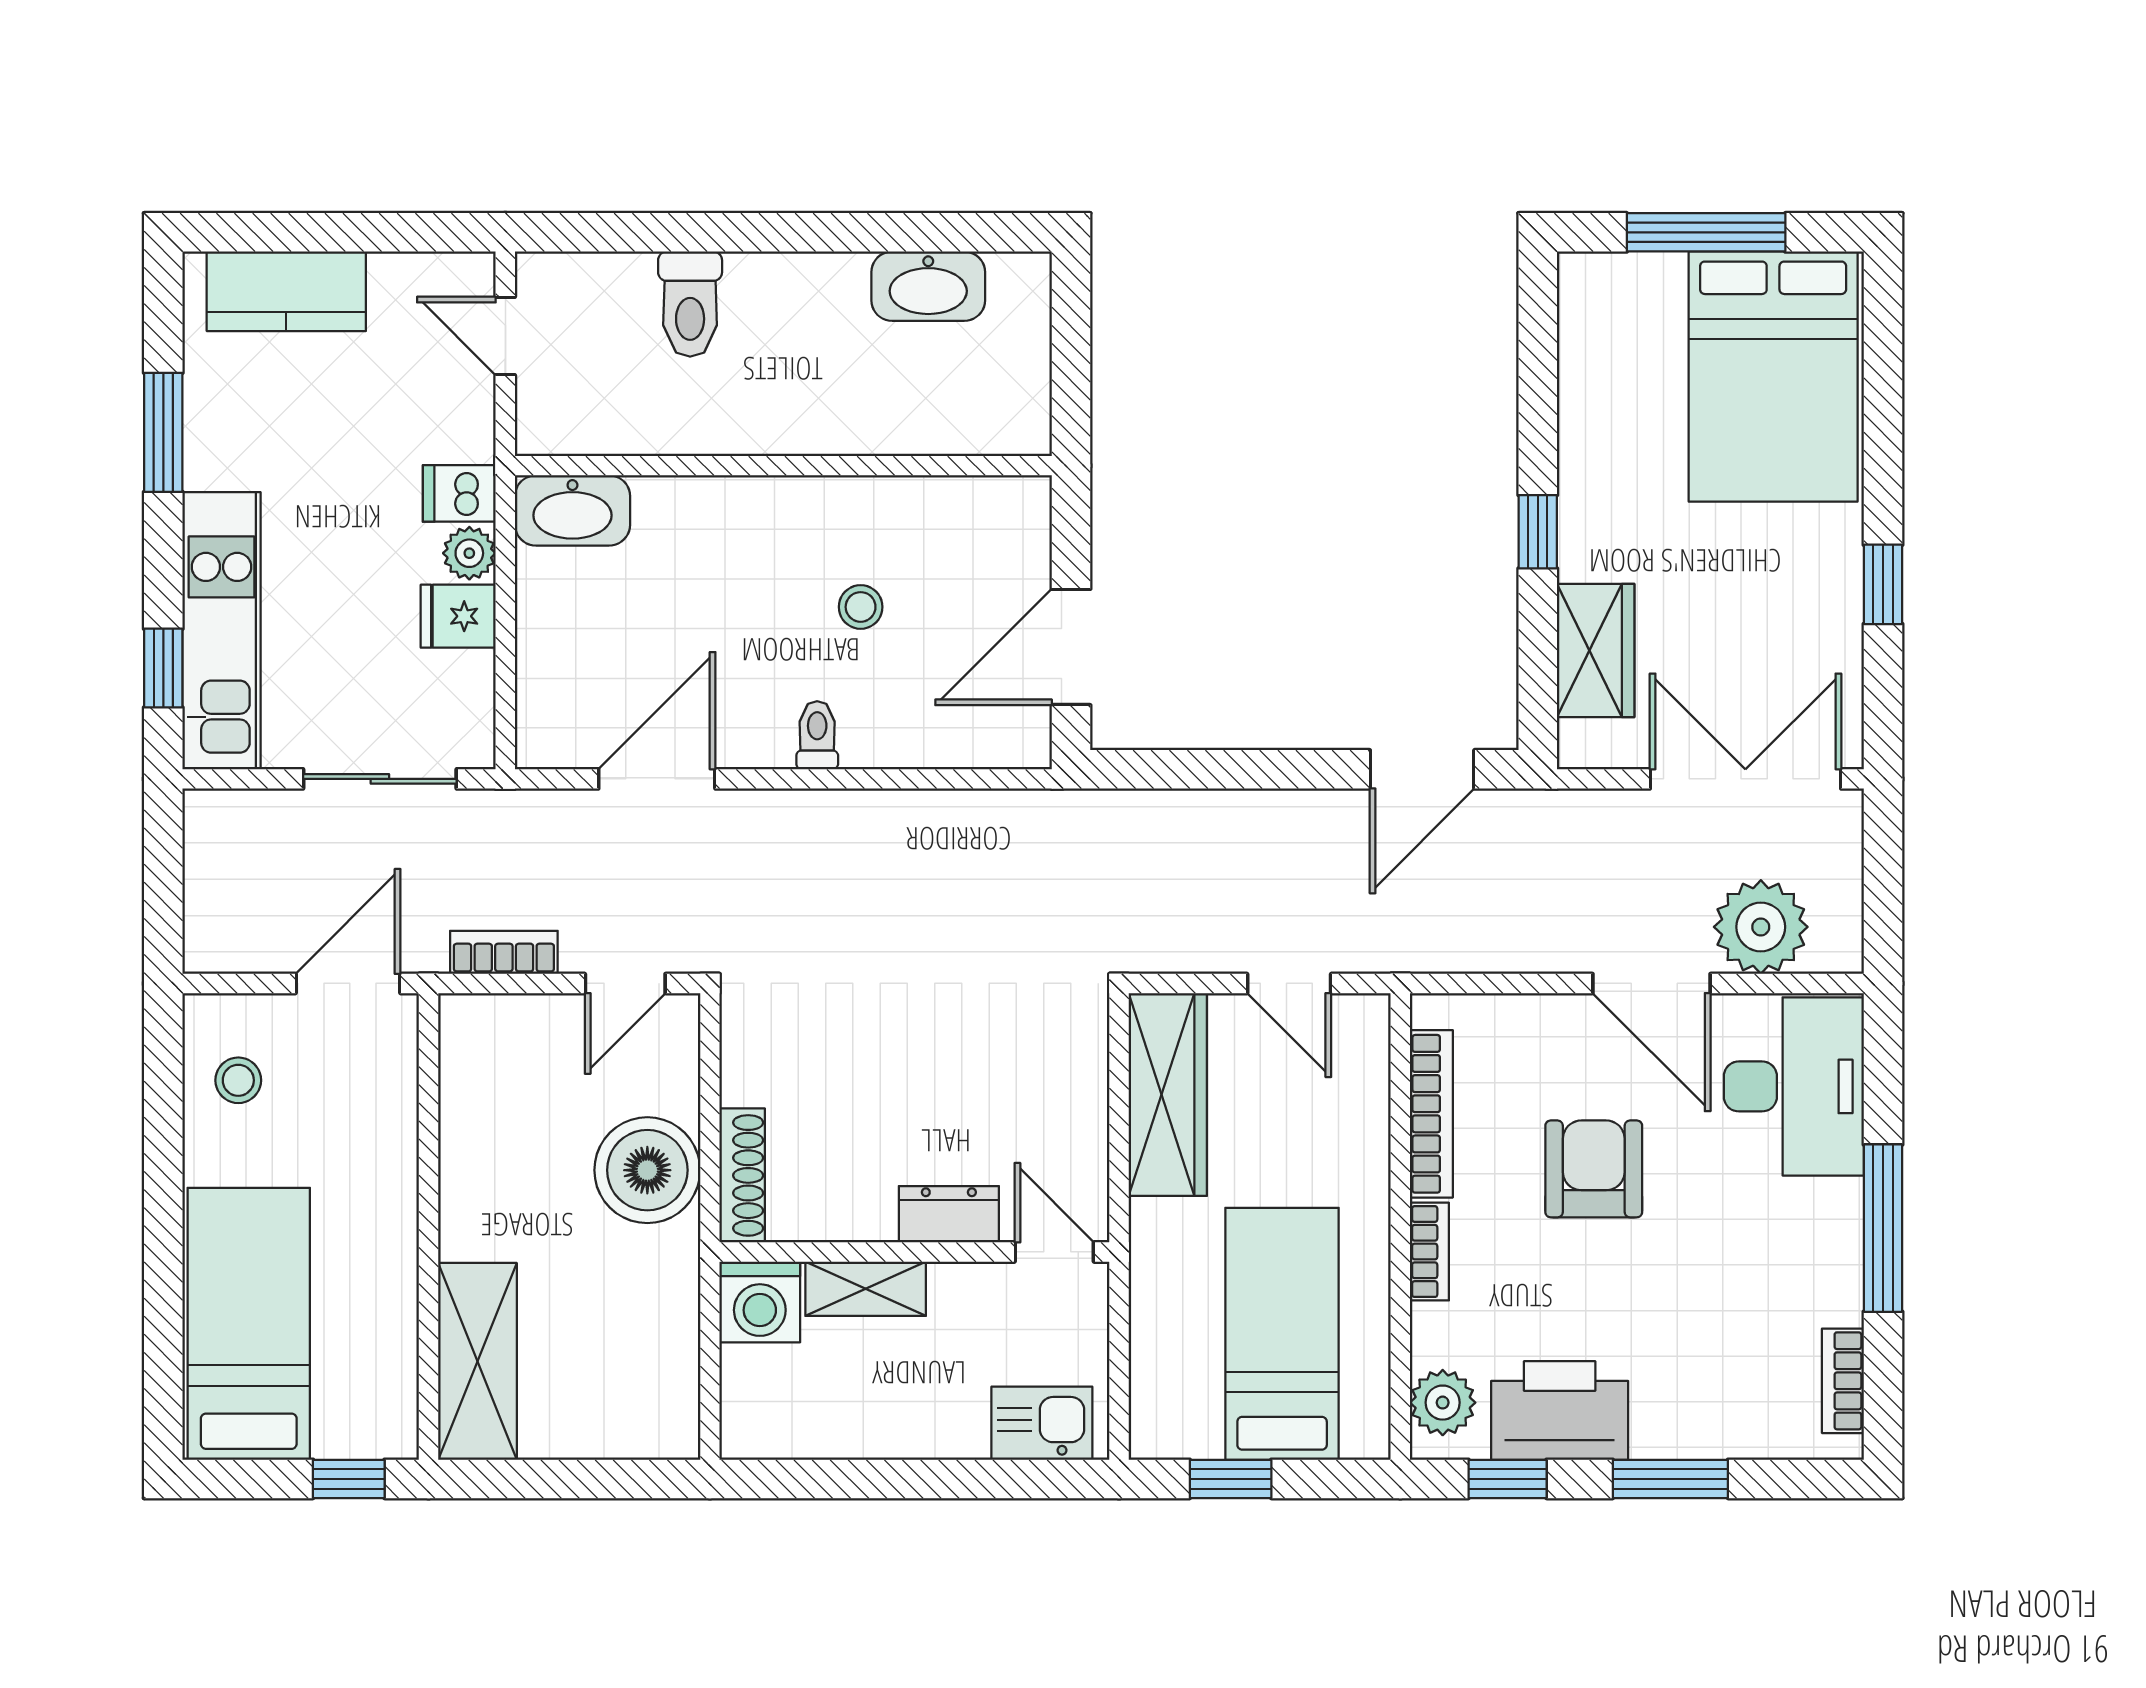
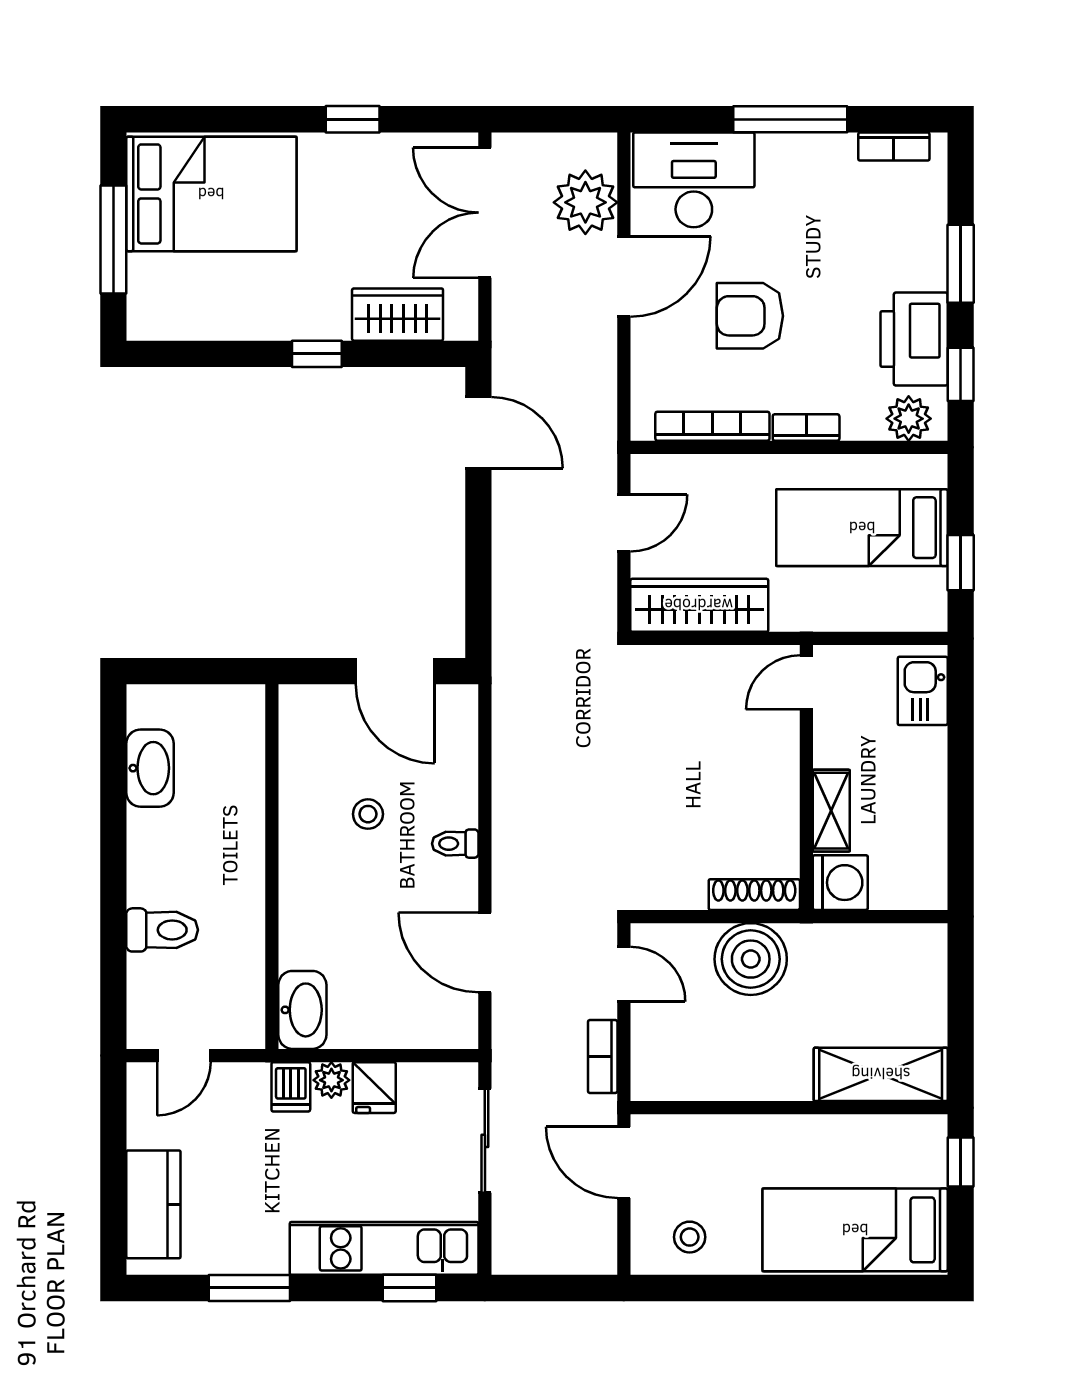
dresser: (949, 1214) -> (781, 754), removed

